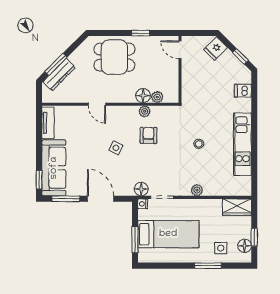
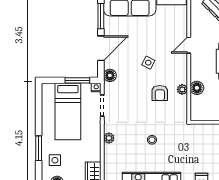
plant: (157, 97) -> (196, 101), removed
armchair: (148, 135) -> (160, 93), turned 90
floor lamp: (141, 189) -> (110, 75), moved
window: (135, 240) -> (77, 80), moved

